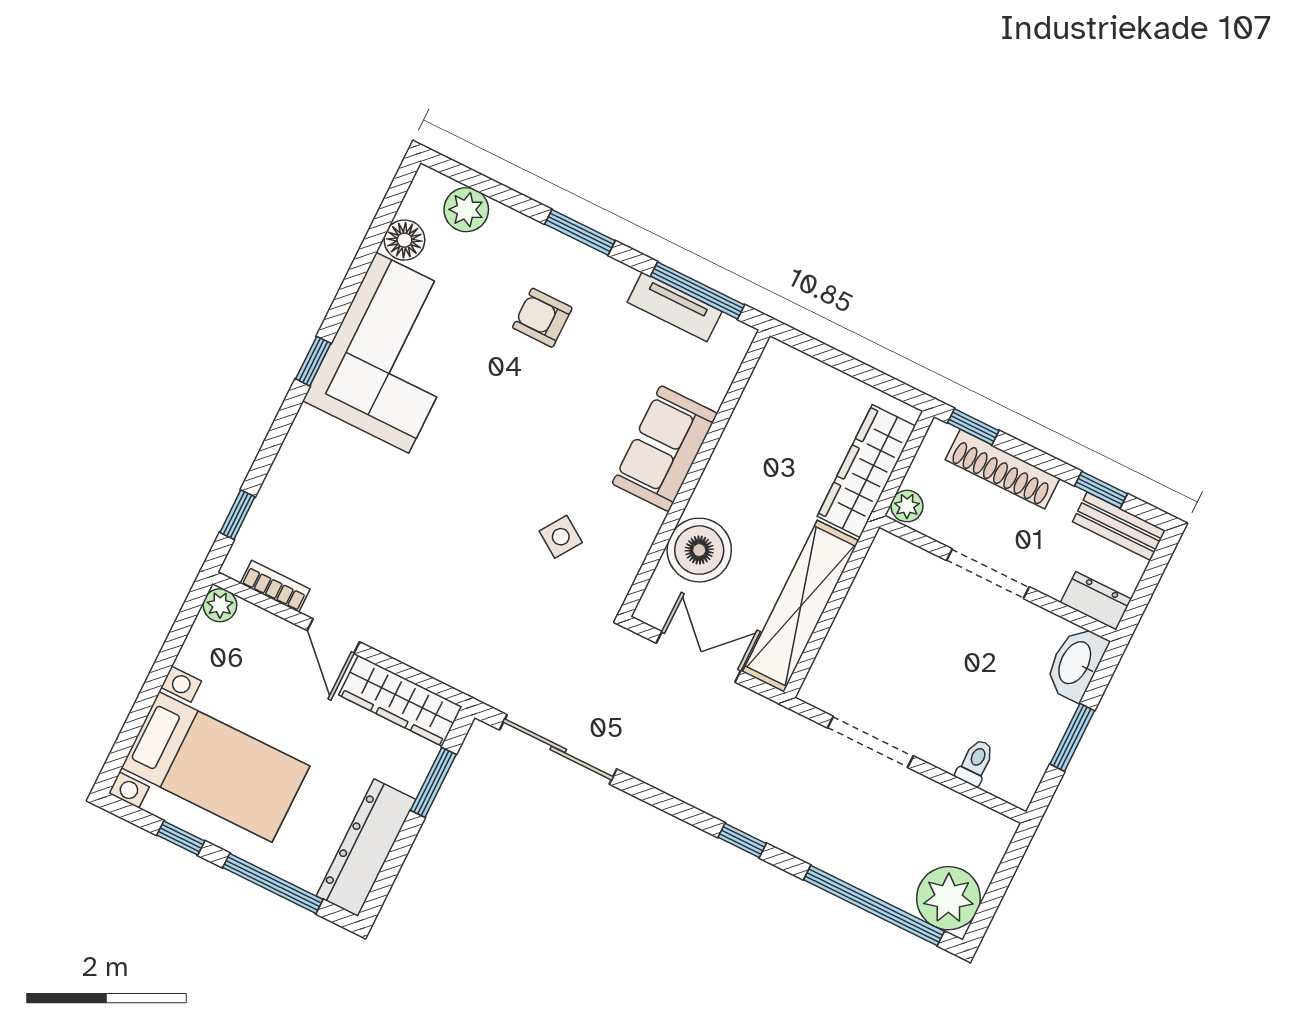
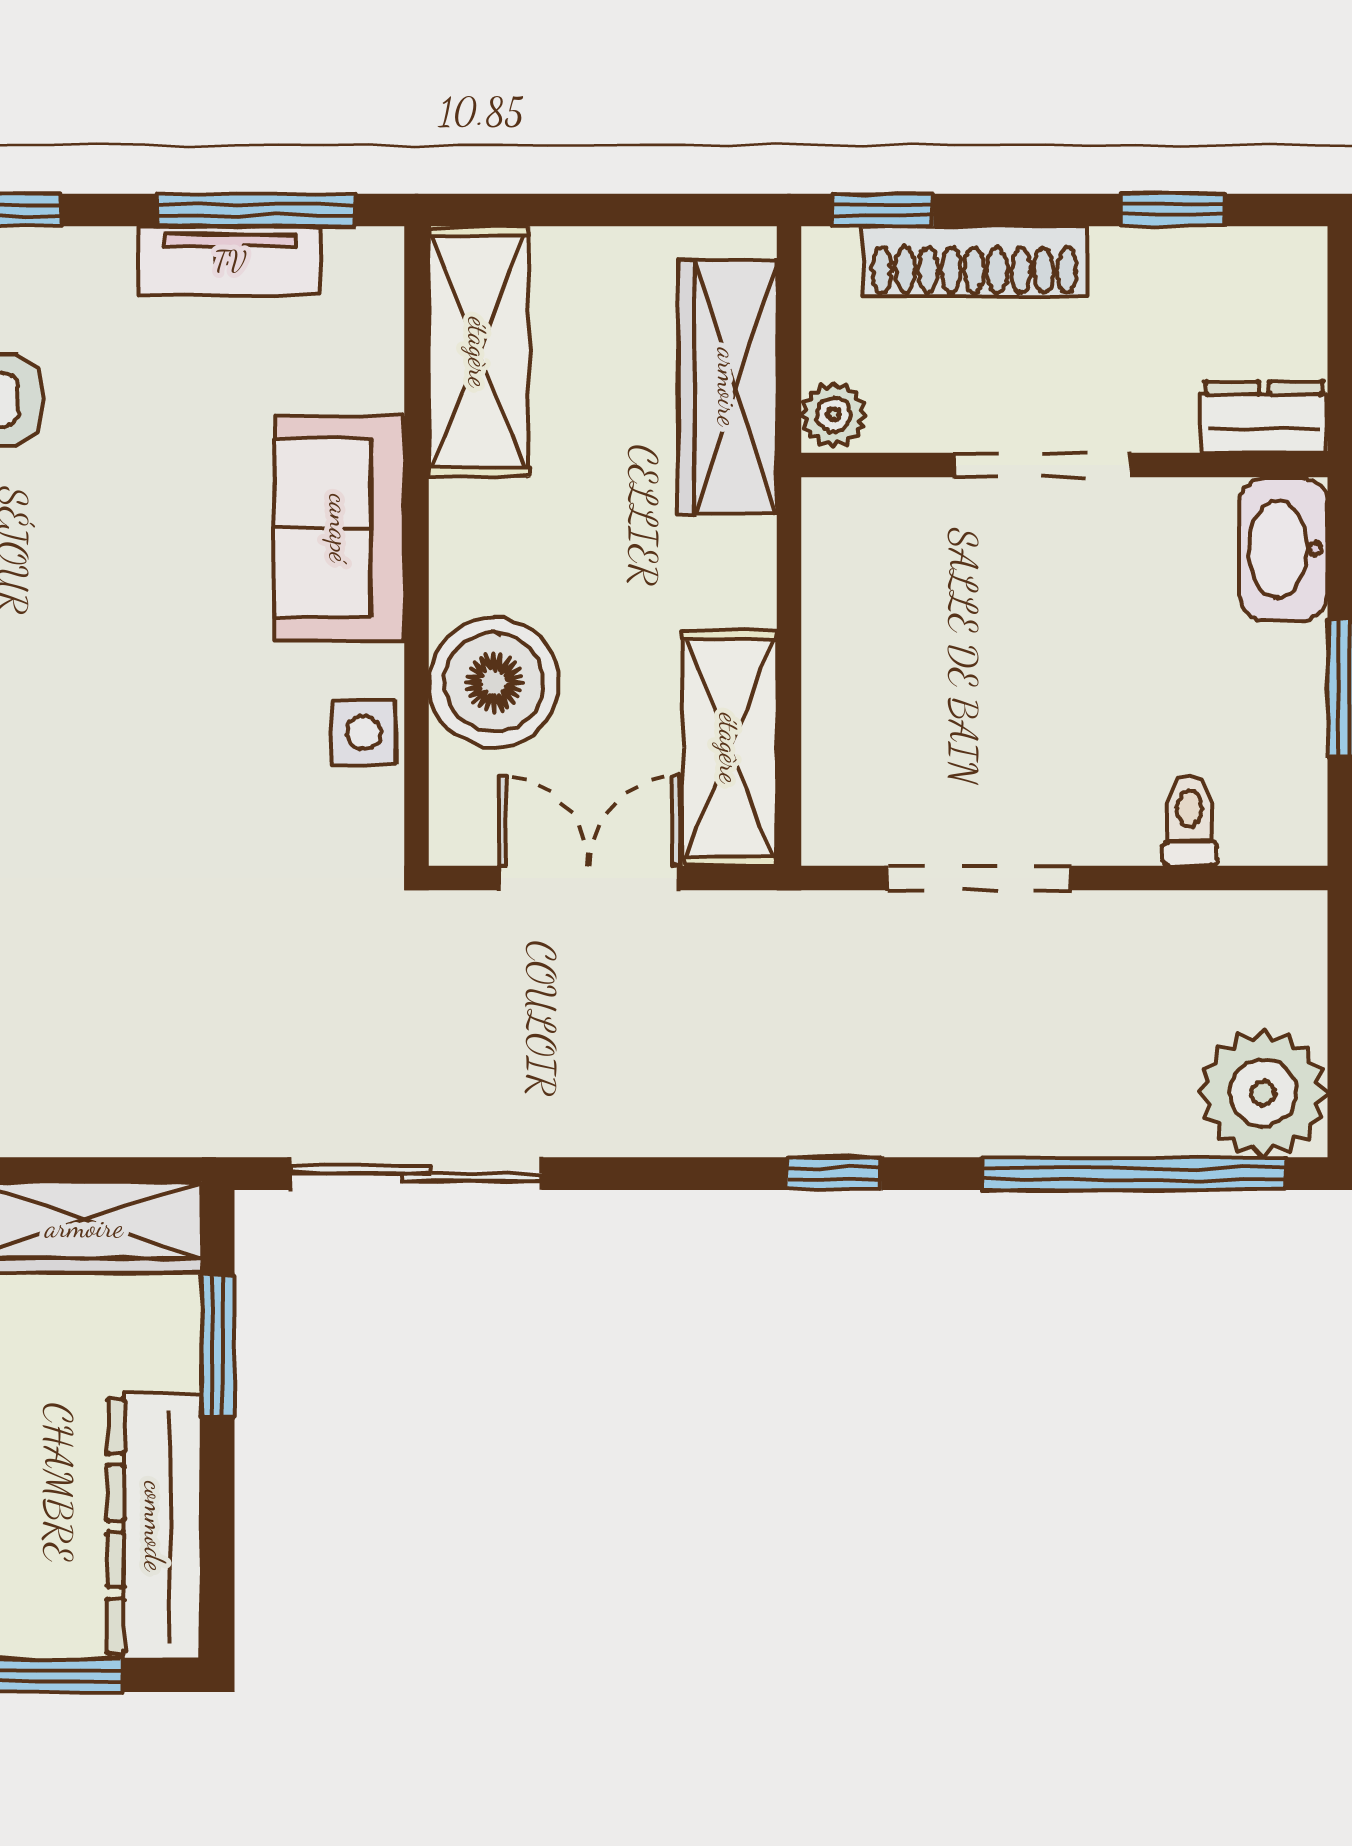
shelving: (765, 401) -> (479, 352), added
bench: (1119, 526) -> (1239, 260), removed
side table: (561, 537) -> (363, 732), moved, turned -34
shelving: (801, 606) -> (730, 748), width x0.68

